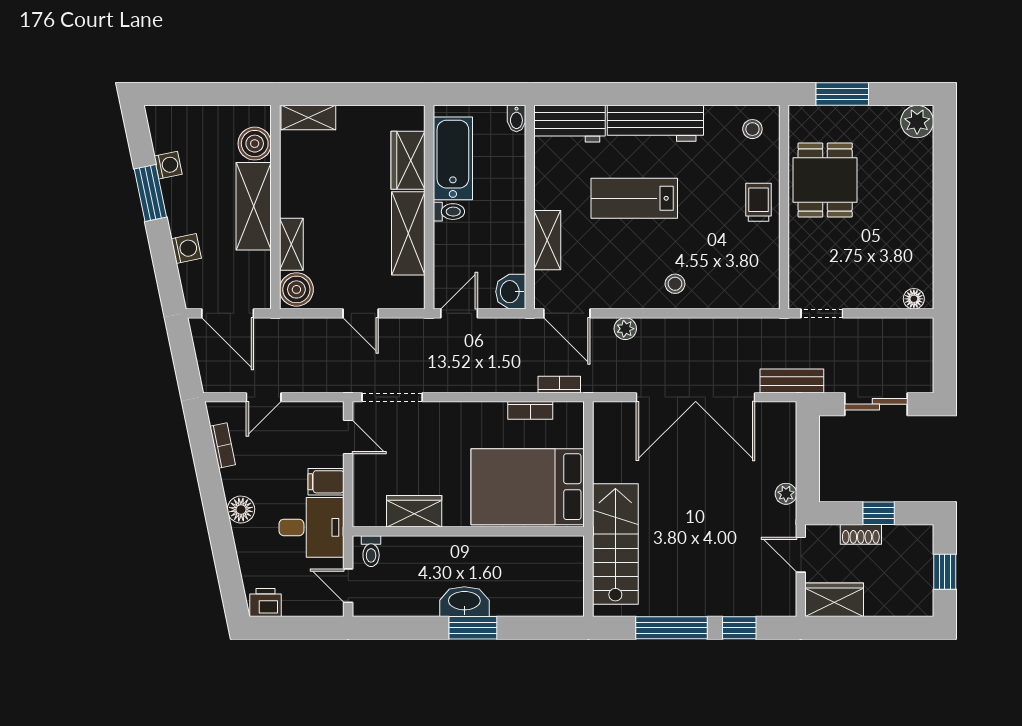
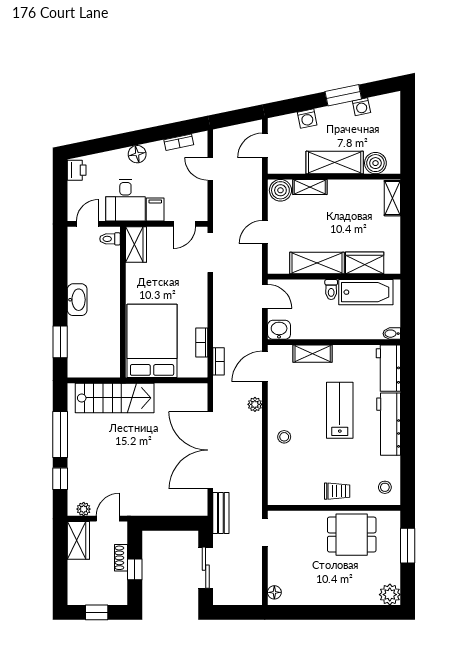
door: (228, 313) -> (265, 145), width x0.73
plant: (786, 494) -> (84, 509), moved
wardrobe: (414, 511) -> (136, 245), moved
window: (473, 628) -> (60, 342), moved

